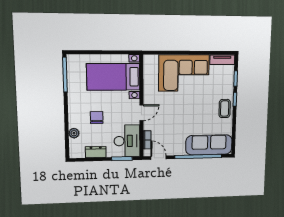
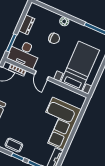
plant: (74, 133) -> (64, 21), moved

